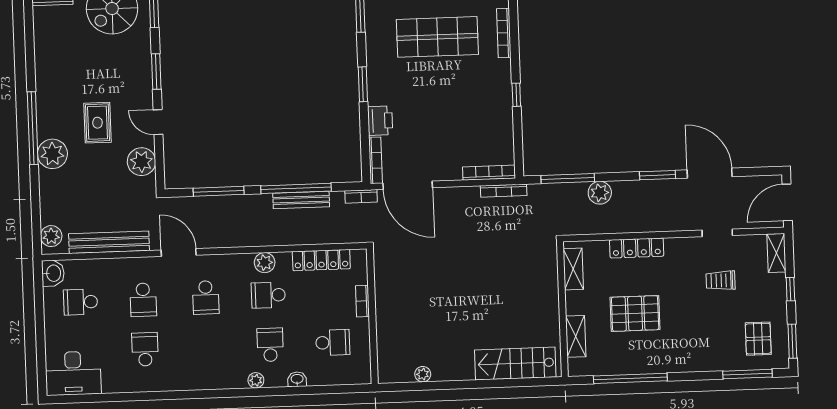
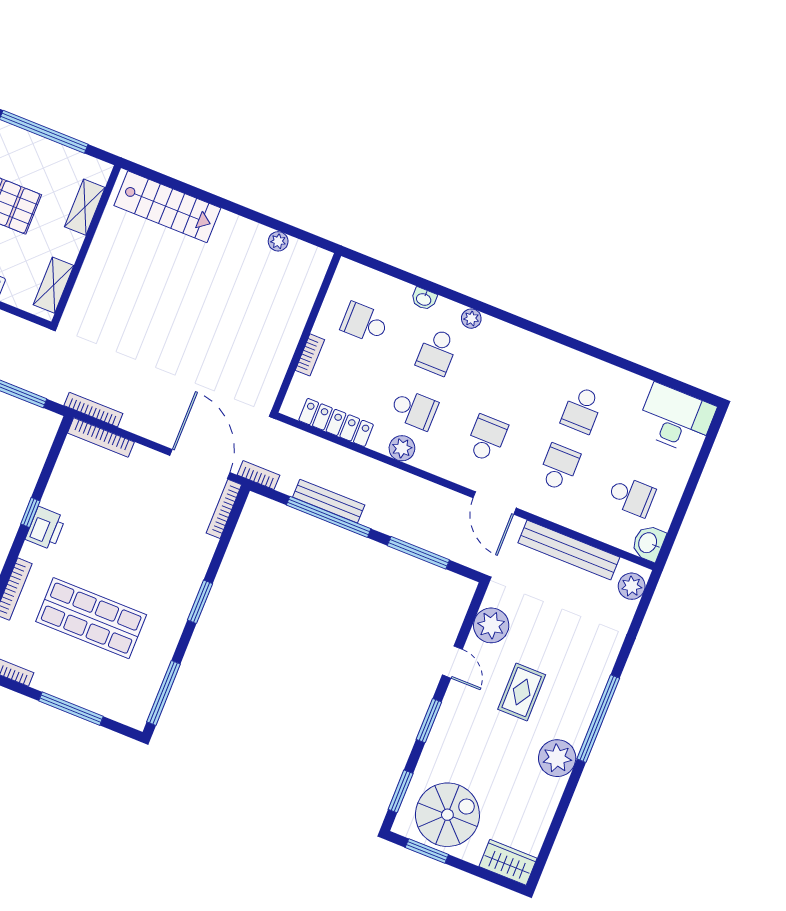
printer: (380, 121) -> (45, 528), moved, turned 180
plant: (52, 154) -> (557, 758), moved

